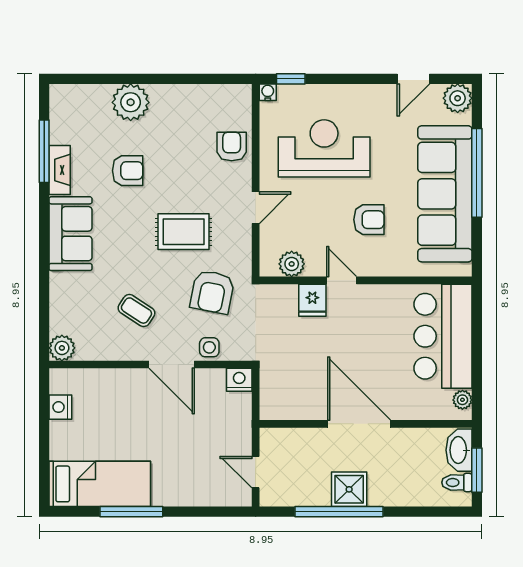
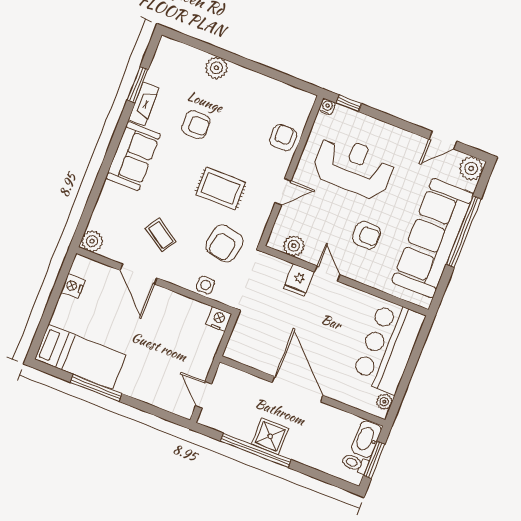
plant: (131, 102) -> (216, 68), width x0.73, depth x0.73
window: (44, 151) -> (138, 85), width x0.69
door: (172, 365) -> (139, 274), moved

